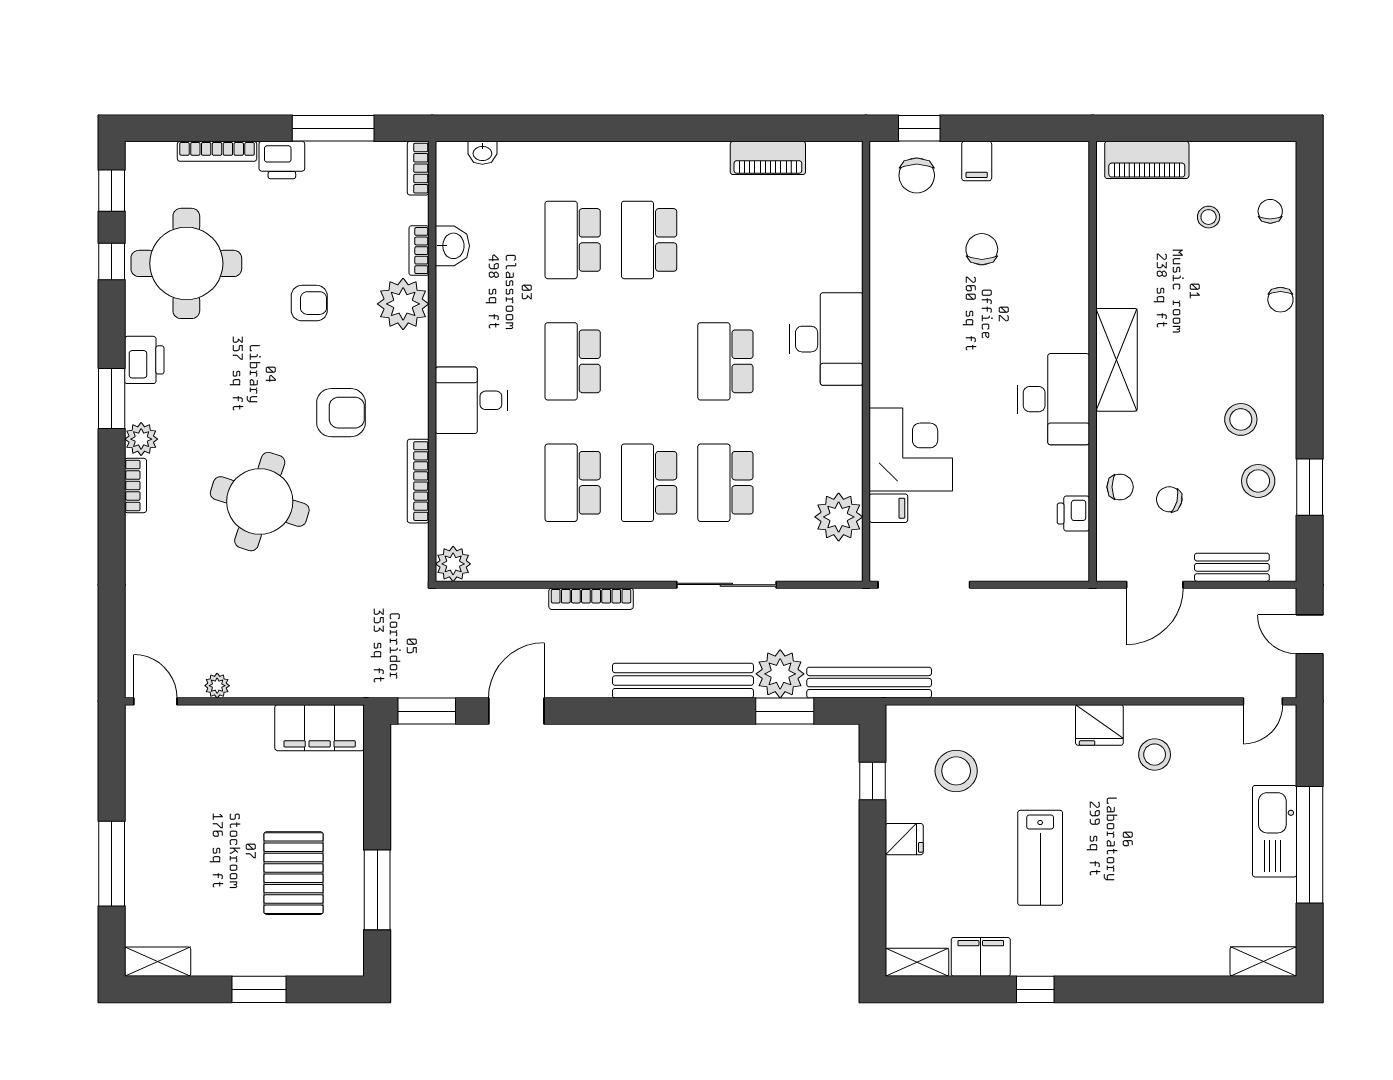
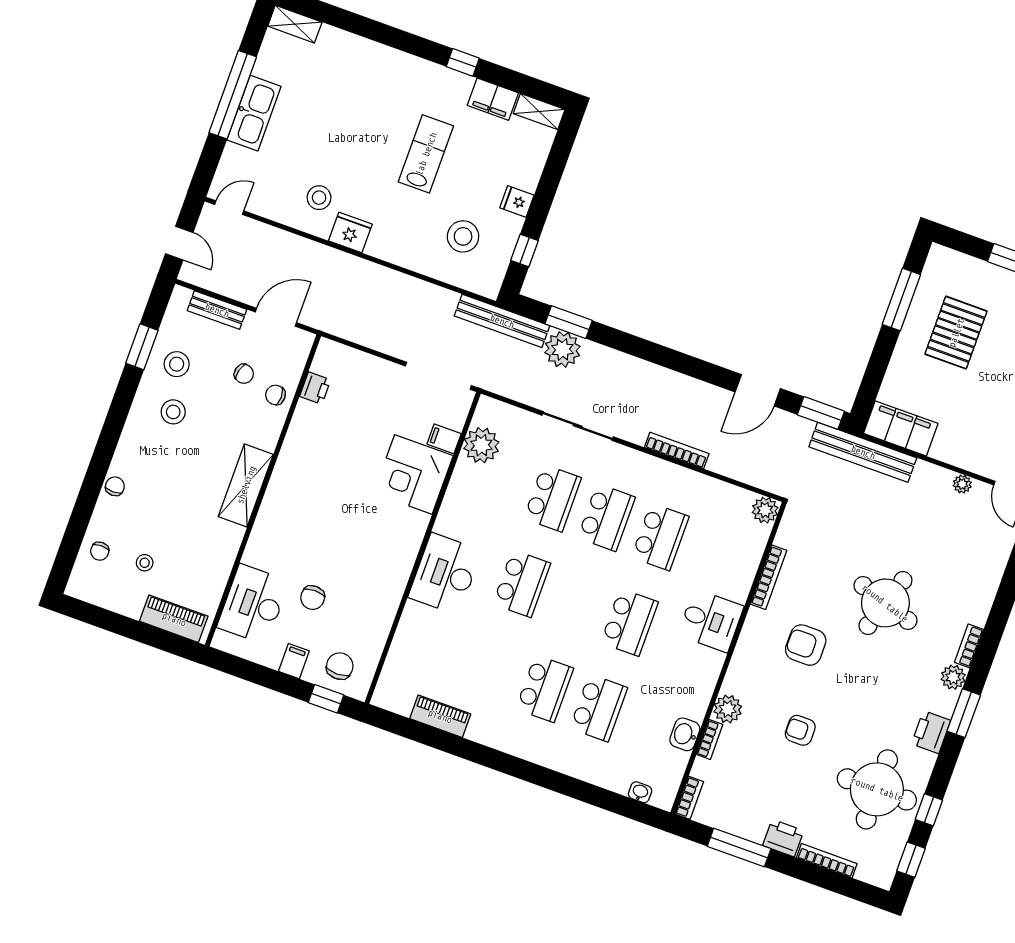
plant: (403, 304) -> (728, 709), width x0.73, depth x0.73
desk: (1054, 399) -> (253, 604), moved
bench: (683, 681) -> (863, 452), moved

